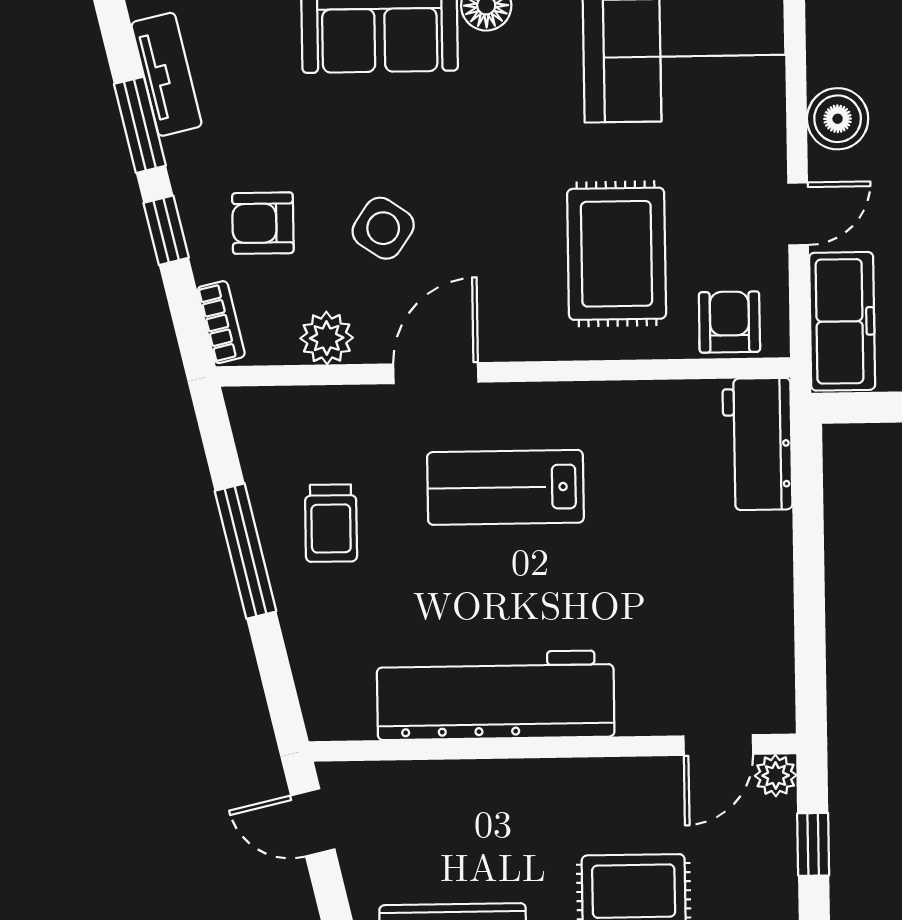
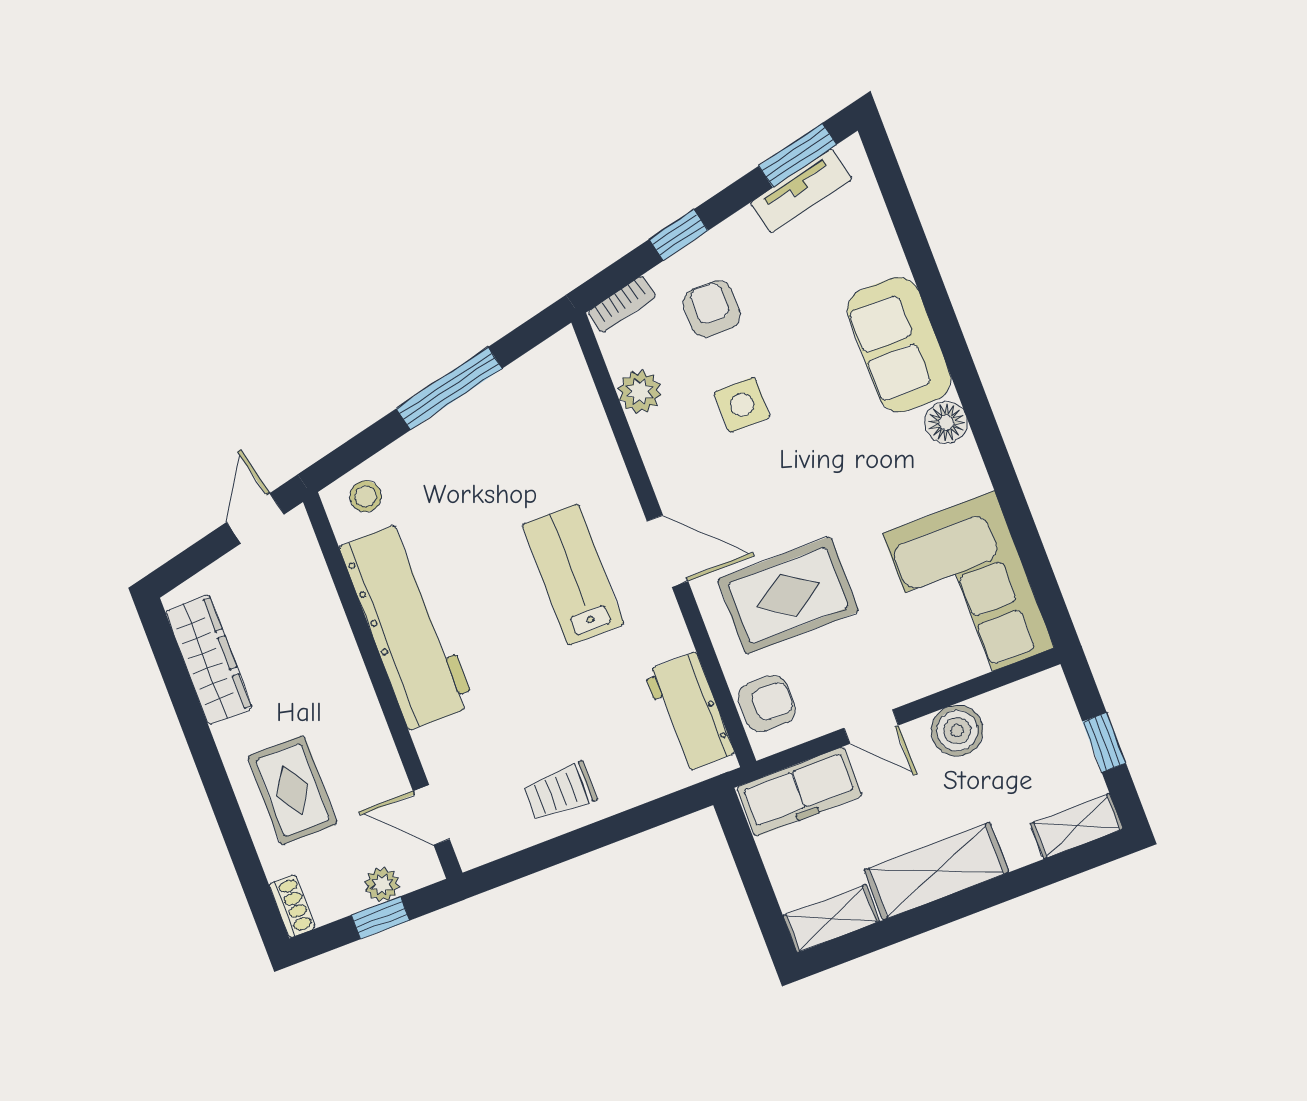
window: (140, 125) -> (798, 155), moved
side table: (383, 228) -> (742, 405), turned -34
door: (436, 373) -> (667, 551), moved
workbench: (757, 444) -> (689, 712), moved, turned -90
trolley: (331, 523) -> (560, 791), moved
stool: (333, 689) -> (366, 496), added
plant: (776, 775) -> (382, 884), moved

